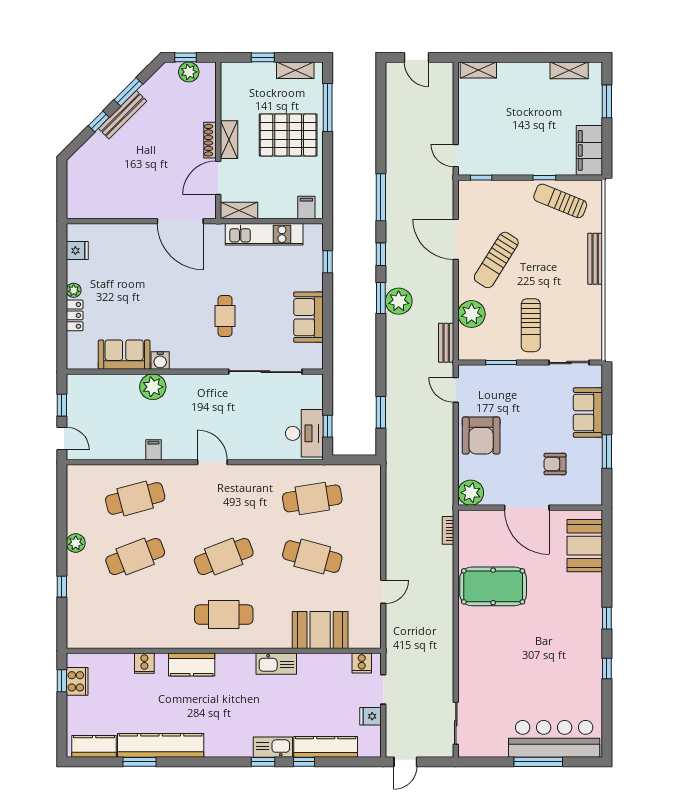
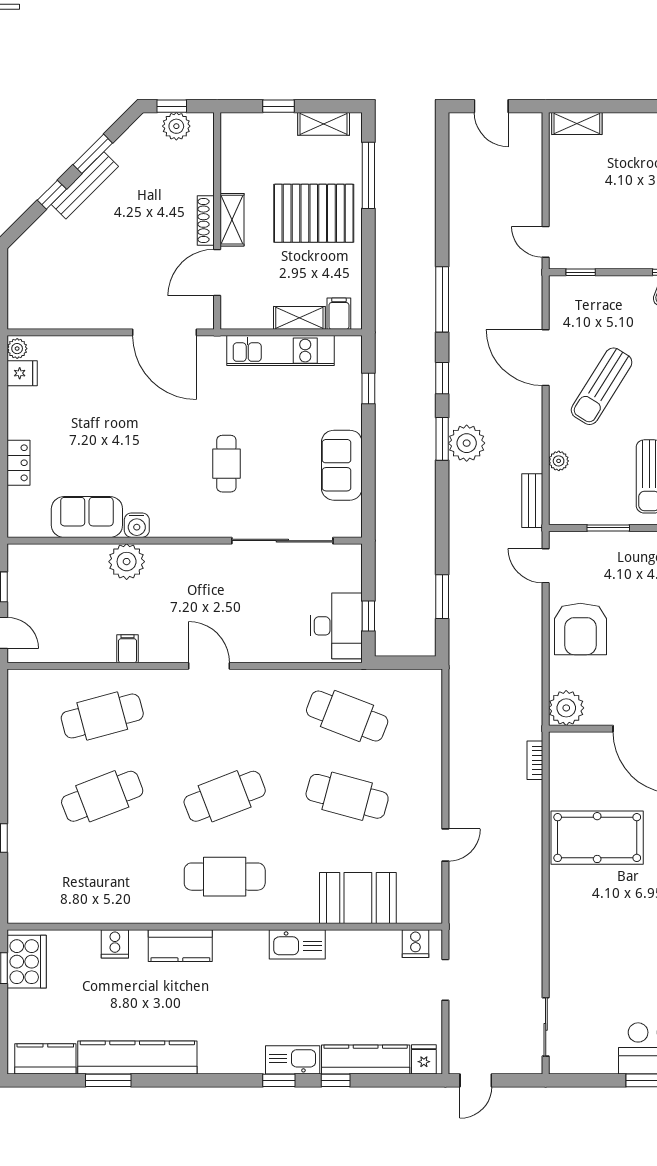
shelving: (239, 211) -> (299, 318), moved
plant: (74, 290) -> (17, 349), moved
plant: (472, 314) -> (559, 461), width x0.53, depth x0.53
cafe table: (312, 498) -> (347, 716), turned 30
plant: (76, 543) -> (20, 778), removed
cooker: (77, 681) -> (27, 962), width x1.37, depth x1.31
fridge: (370, 716) -> (424, 1059), moved, turned 90

